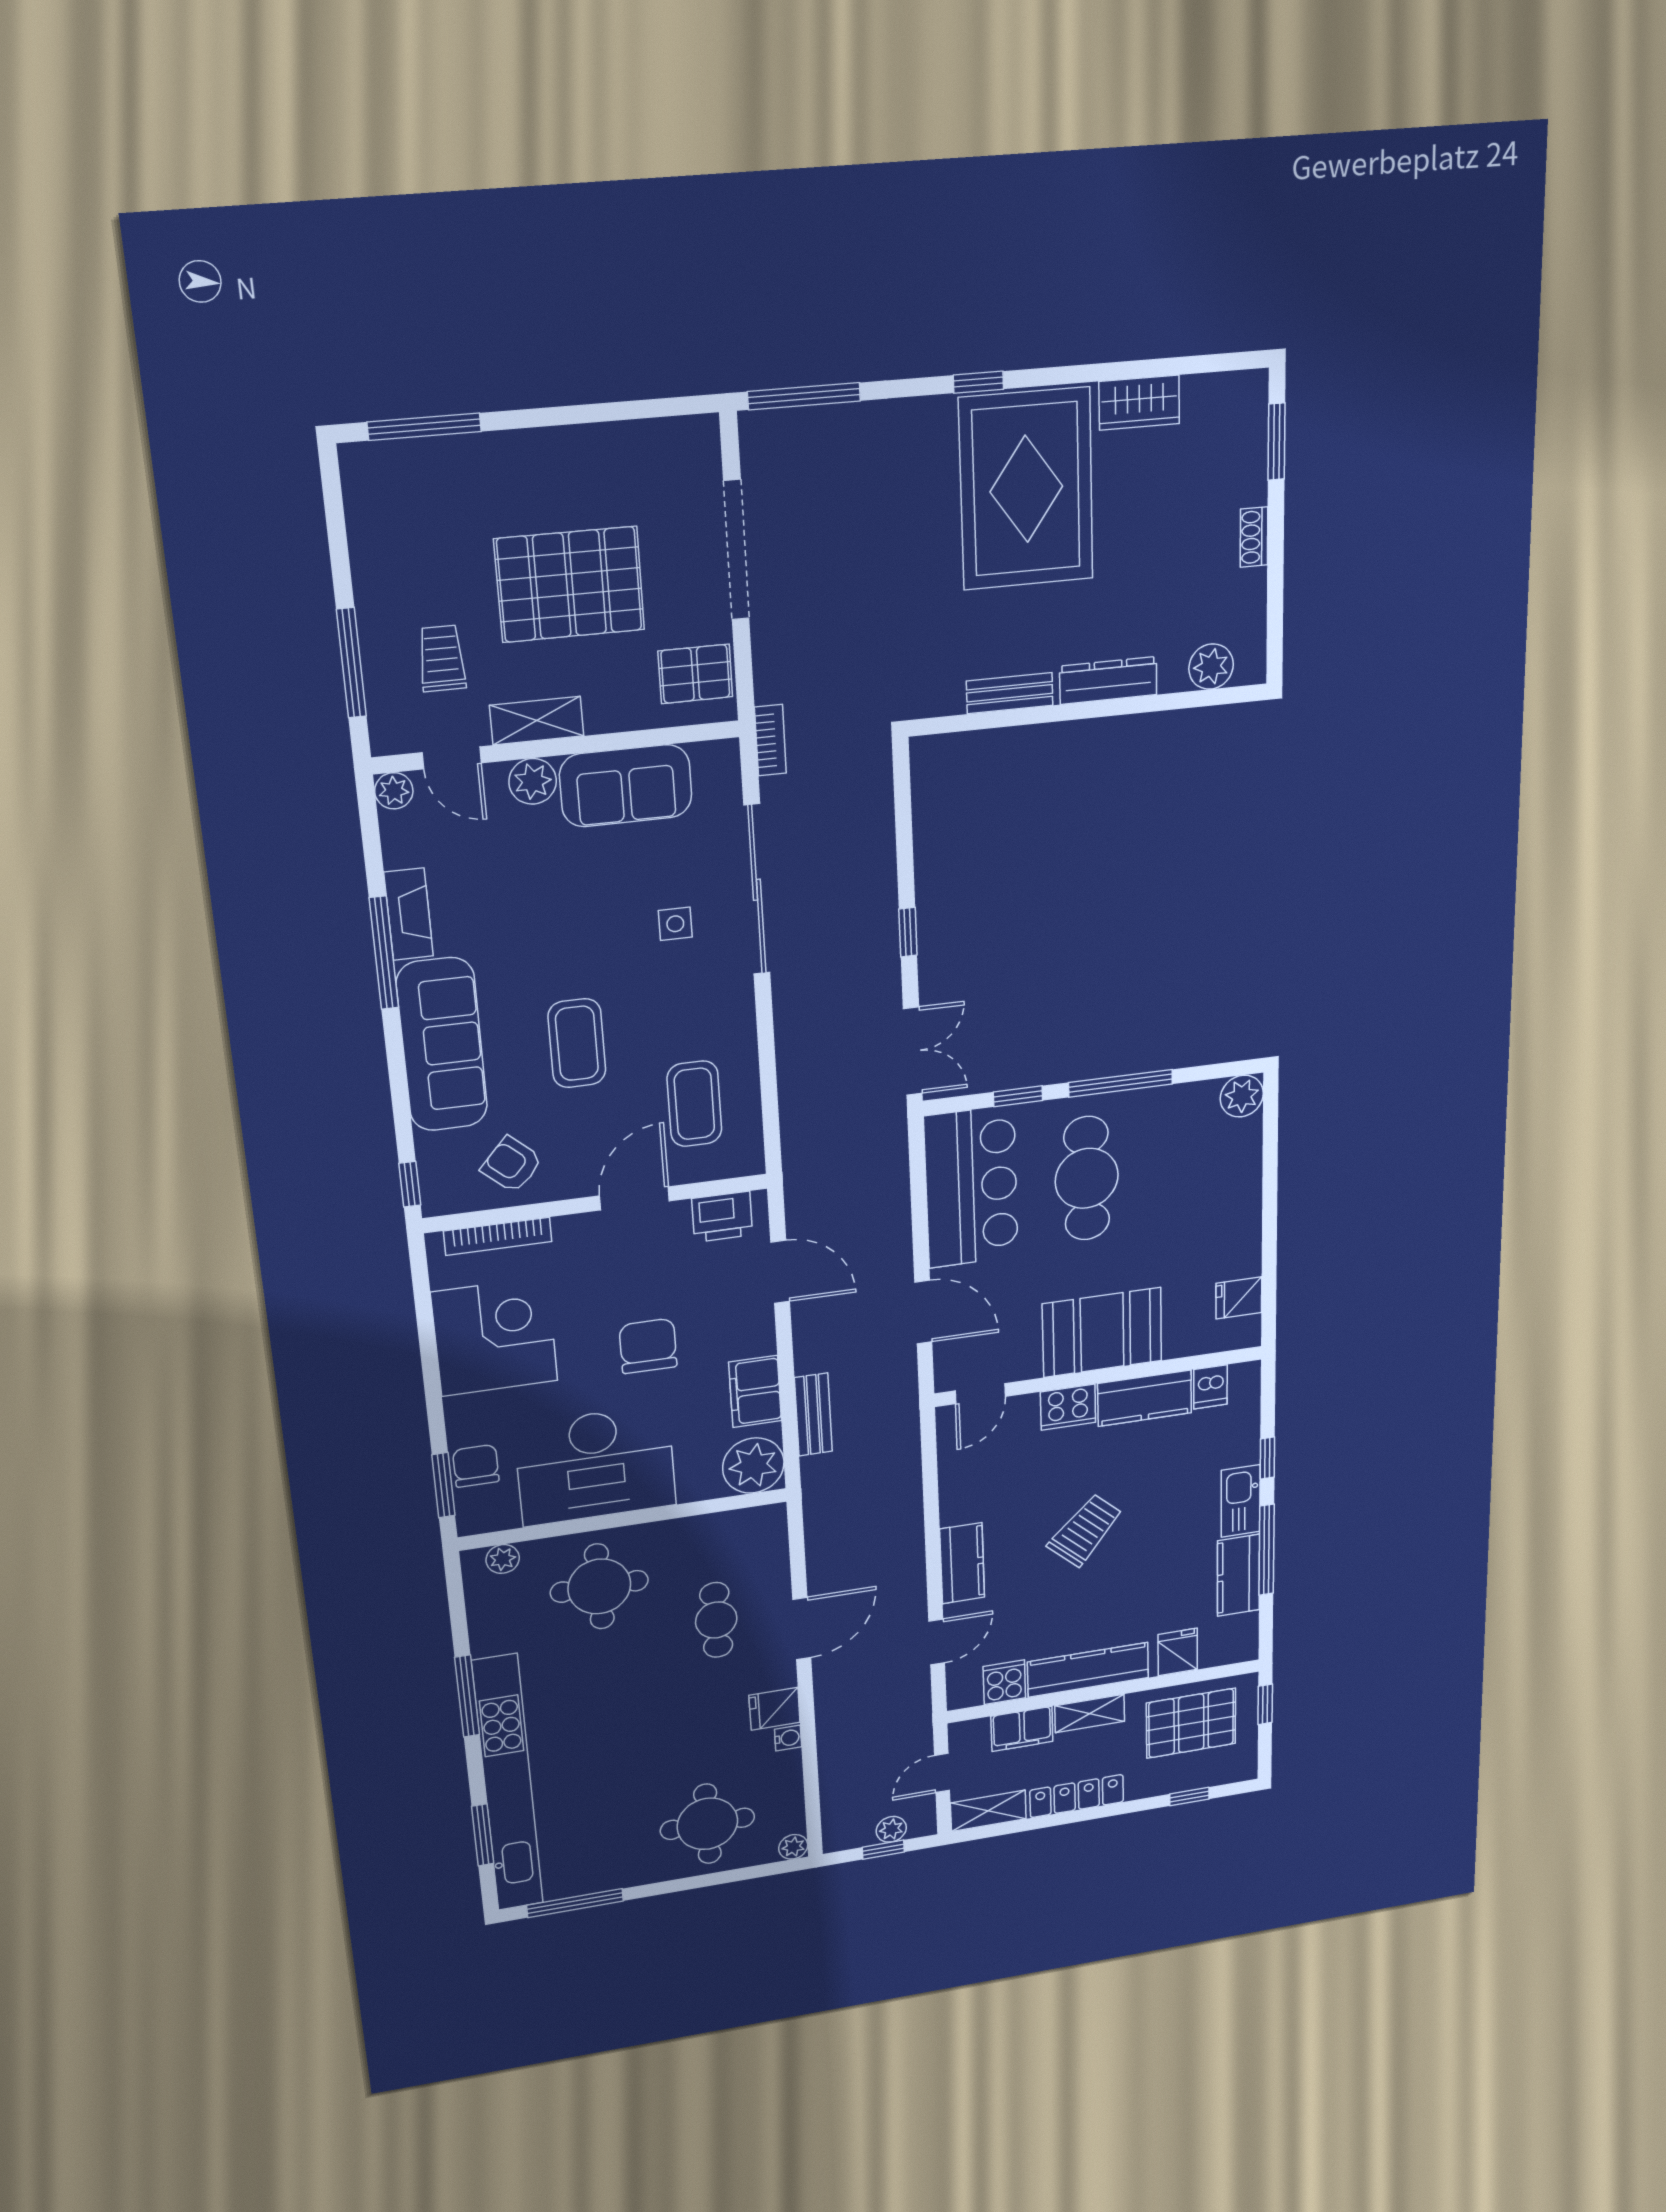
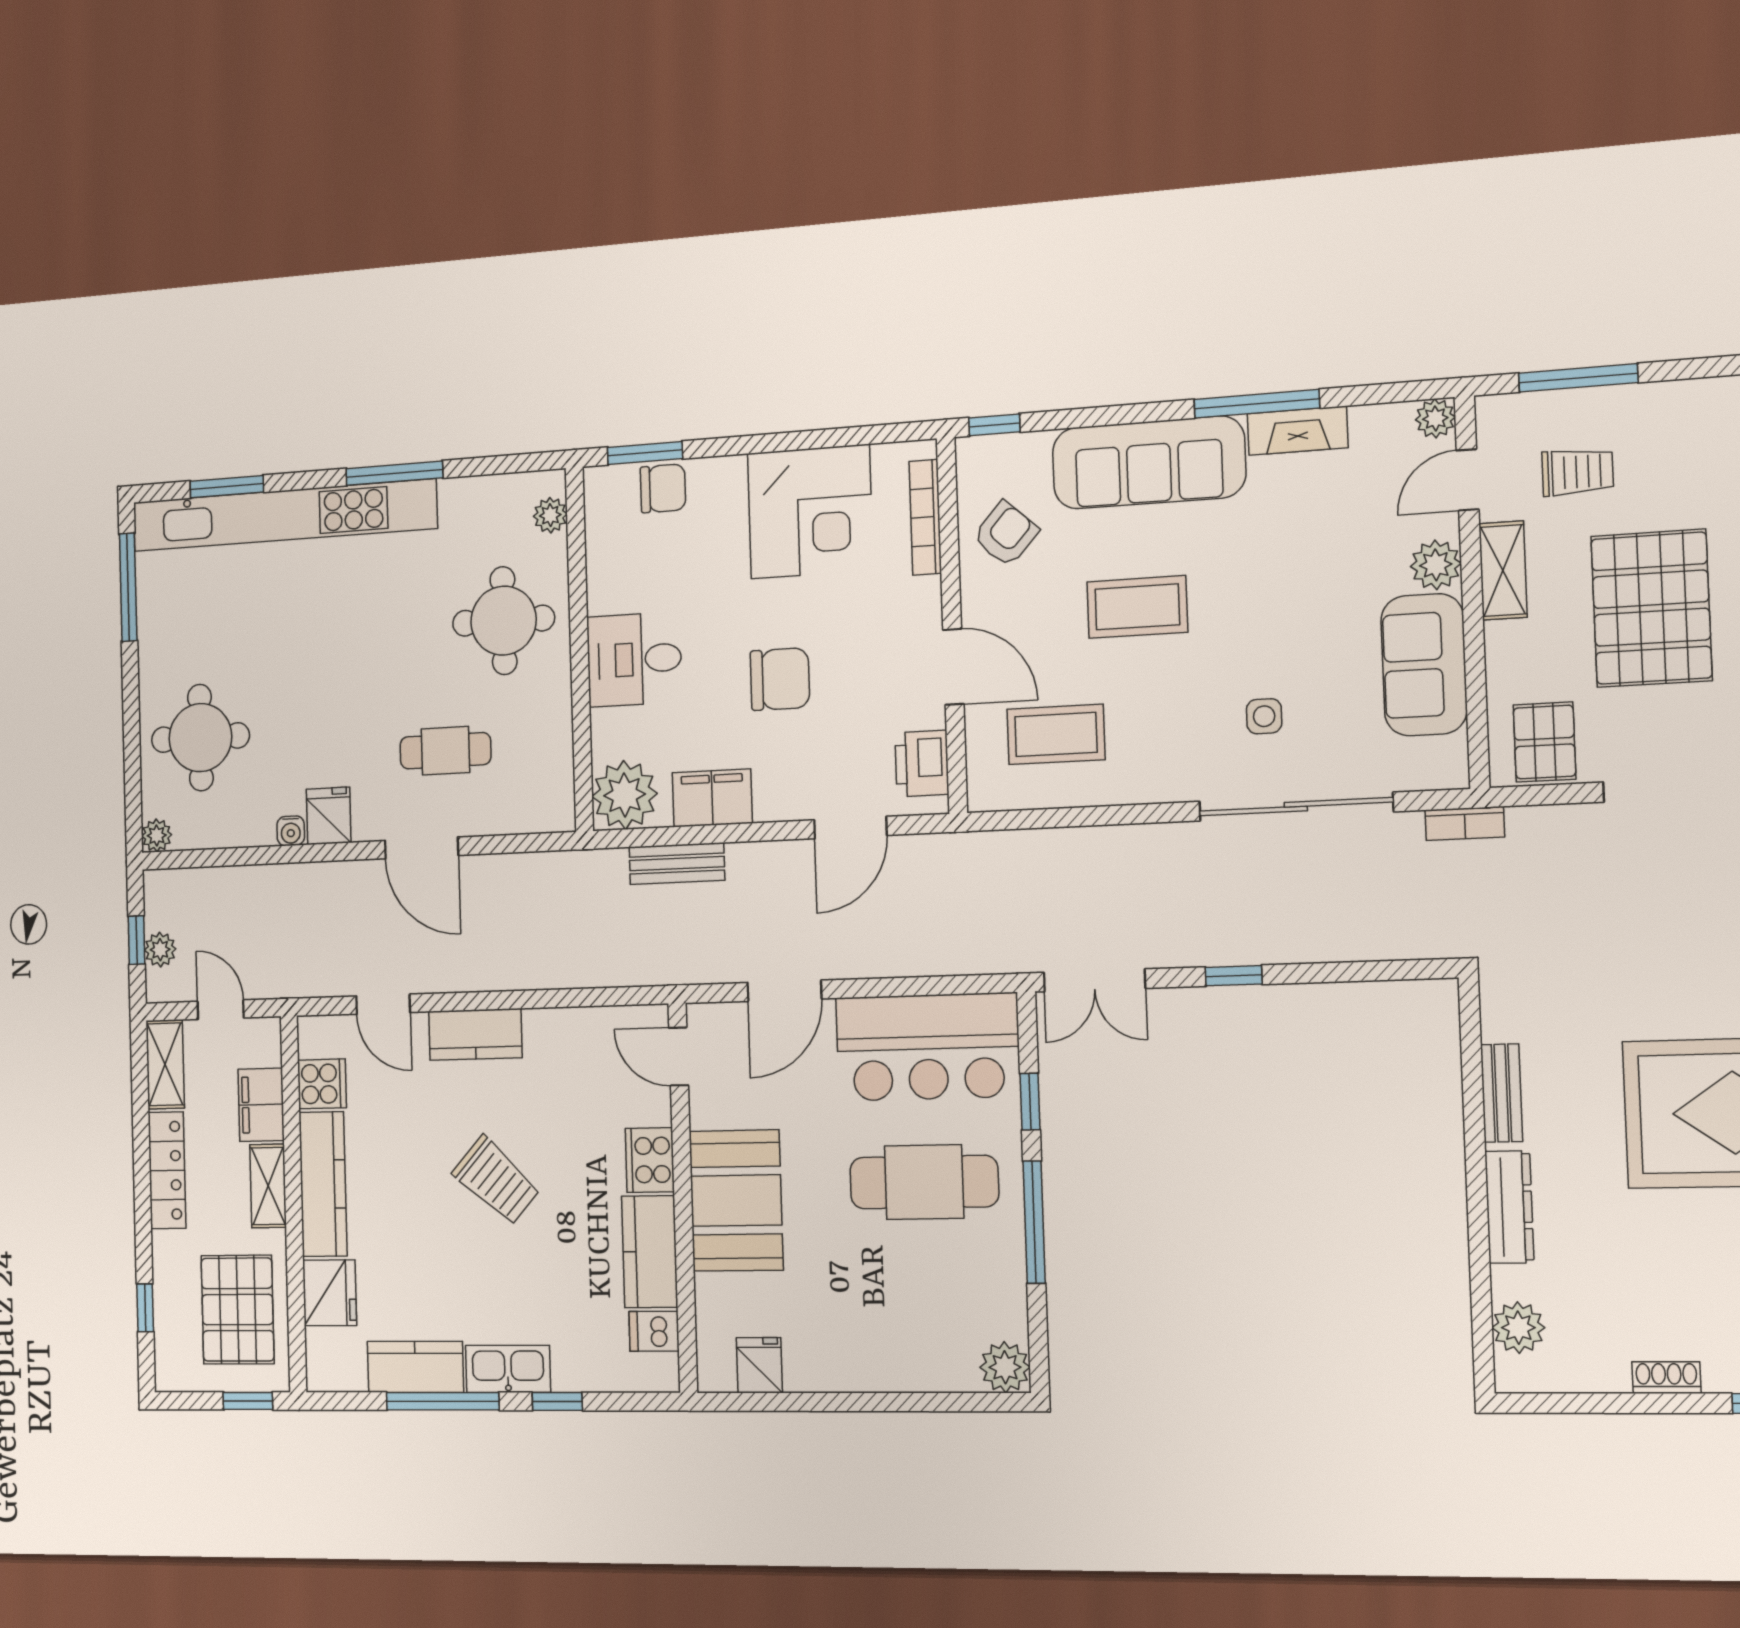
desk: (596, 1465) -> (634, 659), width x0.53, depth x0.77
fridge: (1178, 1652) -> (330, 1293), width x1.38

